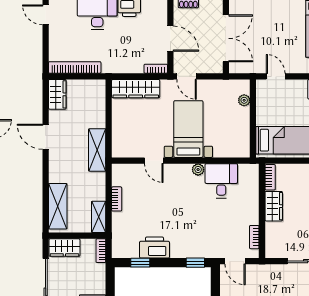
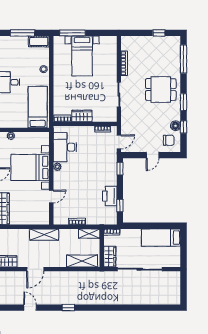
bed with nightstands: (188, 129) -> (30, 167), width x1.36
desk: (221, 181) -> (65, 147), width x1.37

